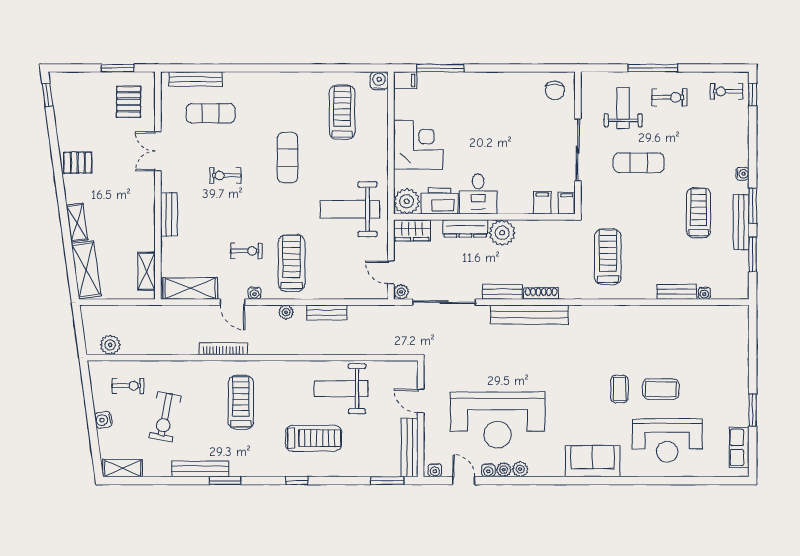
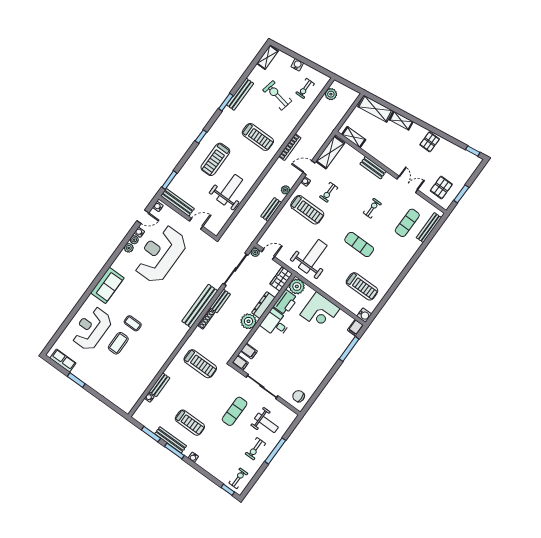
pallet: (129, 102) -> (441, 187), turned 90

